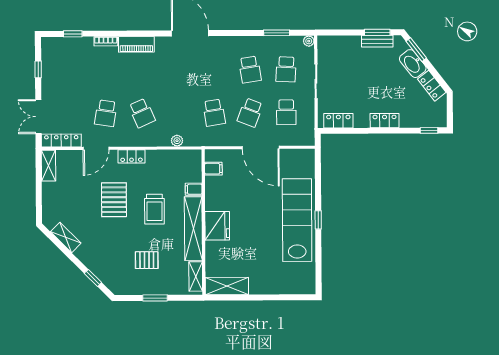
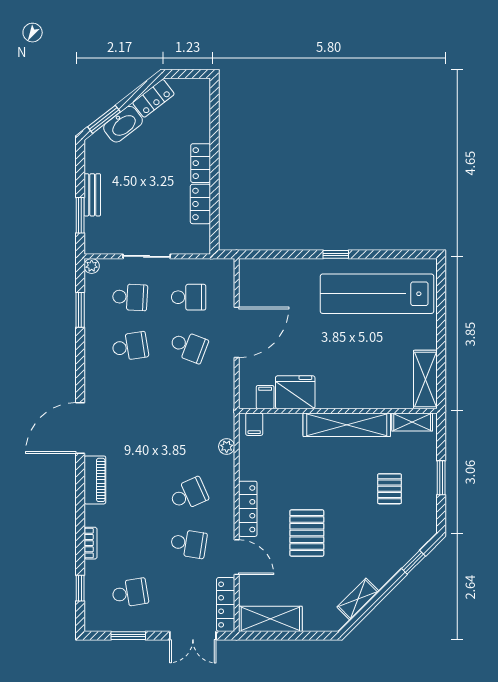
window: (377, 32) -> (80, 215), moved
bench: (377, 41) -> (92, 195), moved
piano: (136, 44) -> (95, 480), moved
window: (38, 69) -> (128, 636), width x1.50
school desk: (214, 113) -> (130, 593), moved
locker: (338, 121) -> (200, 204), moved
window: (429, 130) -> (214, 103), removed
locker: (131, 156) -> (248, 509), width x1.53
shelving: (49, 166) -> (270, 619), width x1.50, depth x1.33
filing cabinet: (194, 189) -> (254, 424), moved
pallet: (114, 200) -> (307, 533), turned 90
trolley: (154, 209) -> (320, 478), removed
lab bench: (297, 220) -> (377, 294), moved
fridge: (217, 226) -> (295, 392), moved

